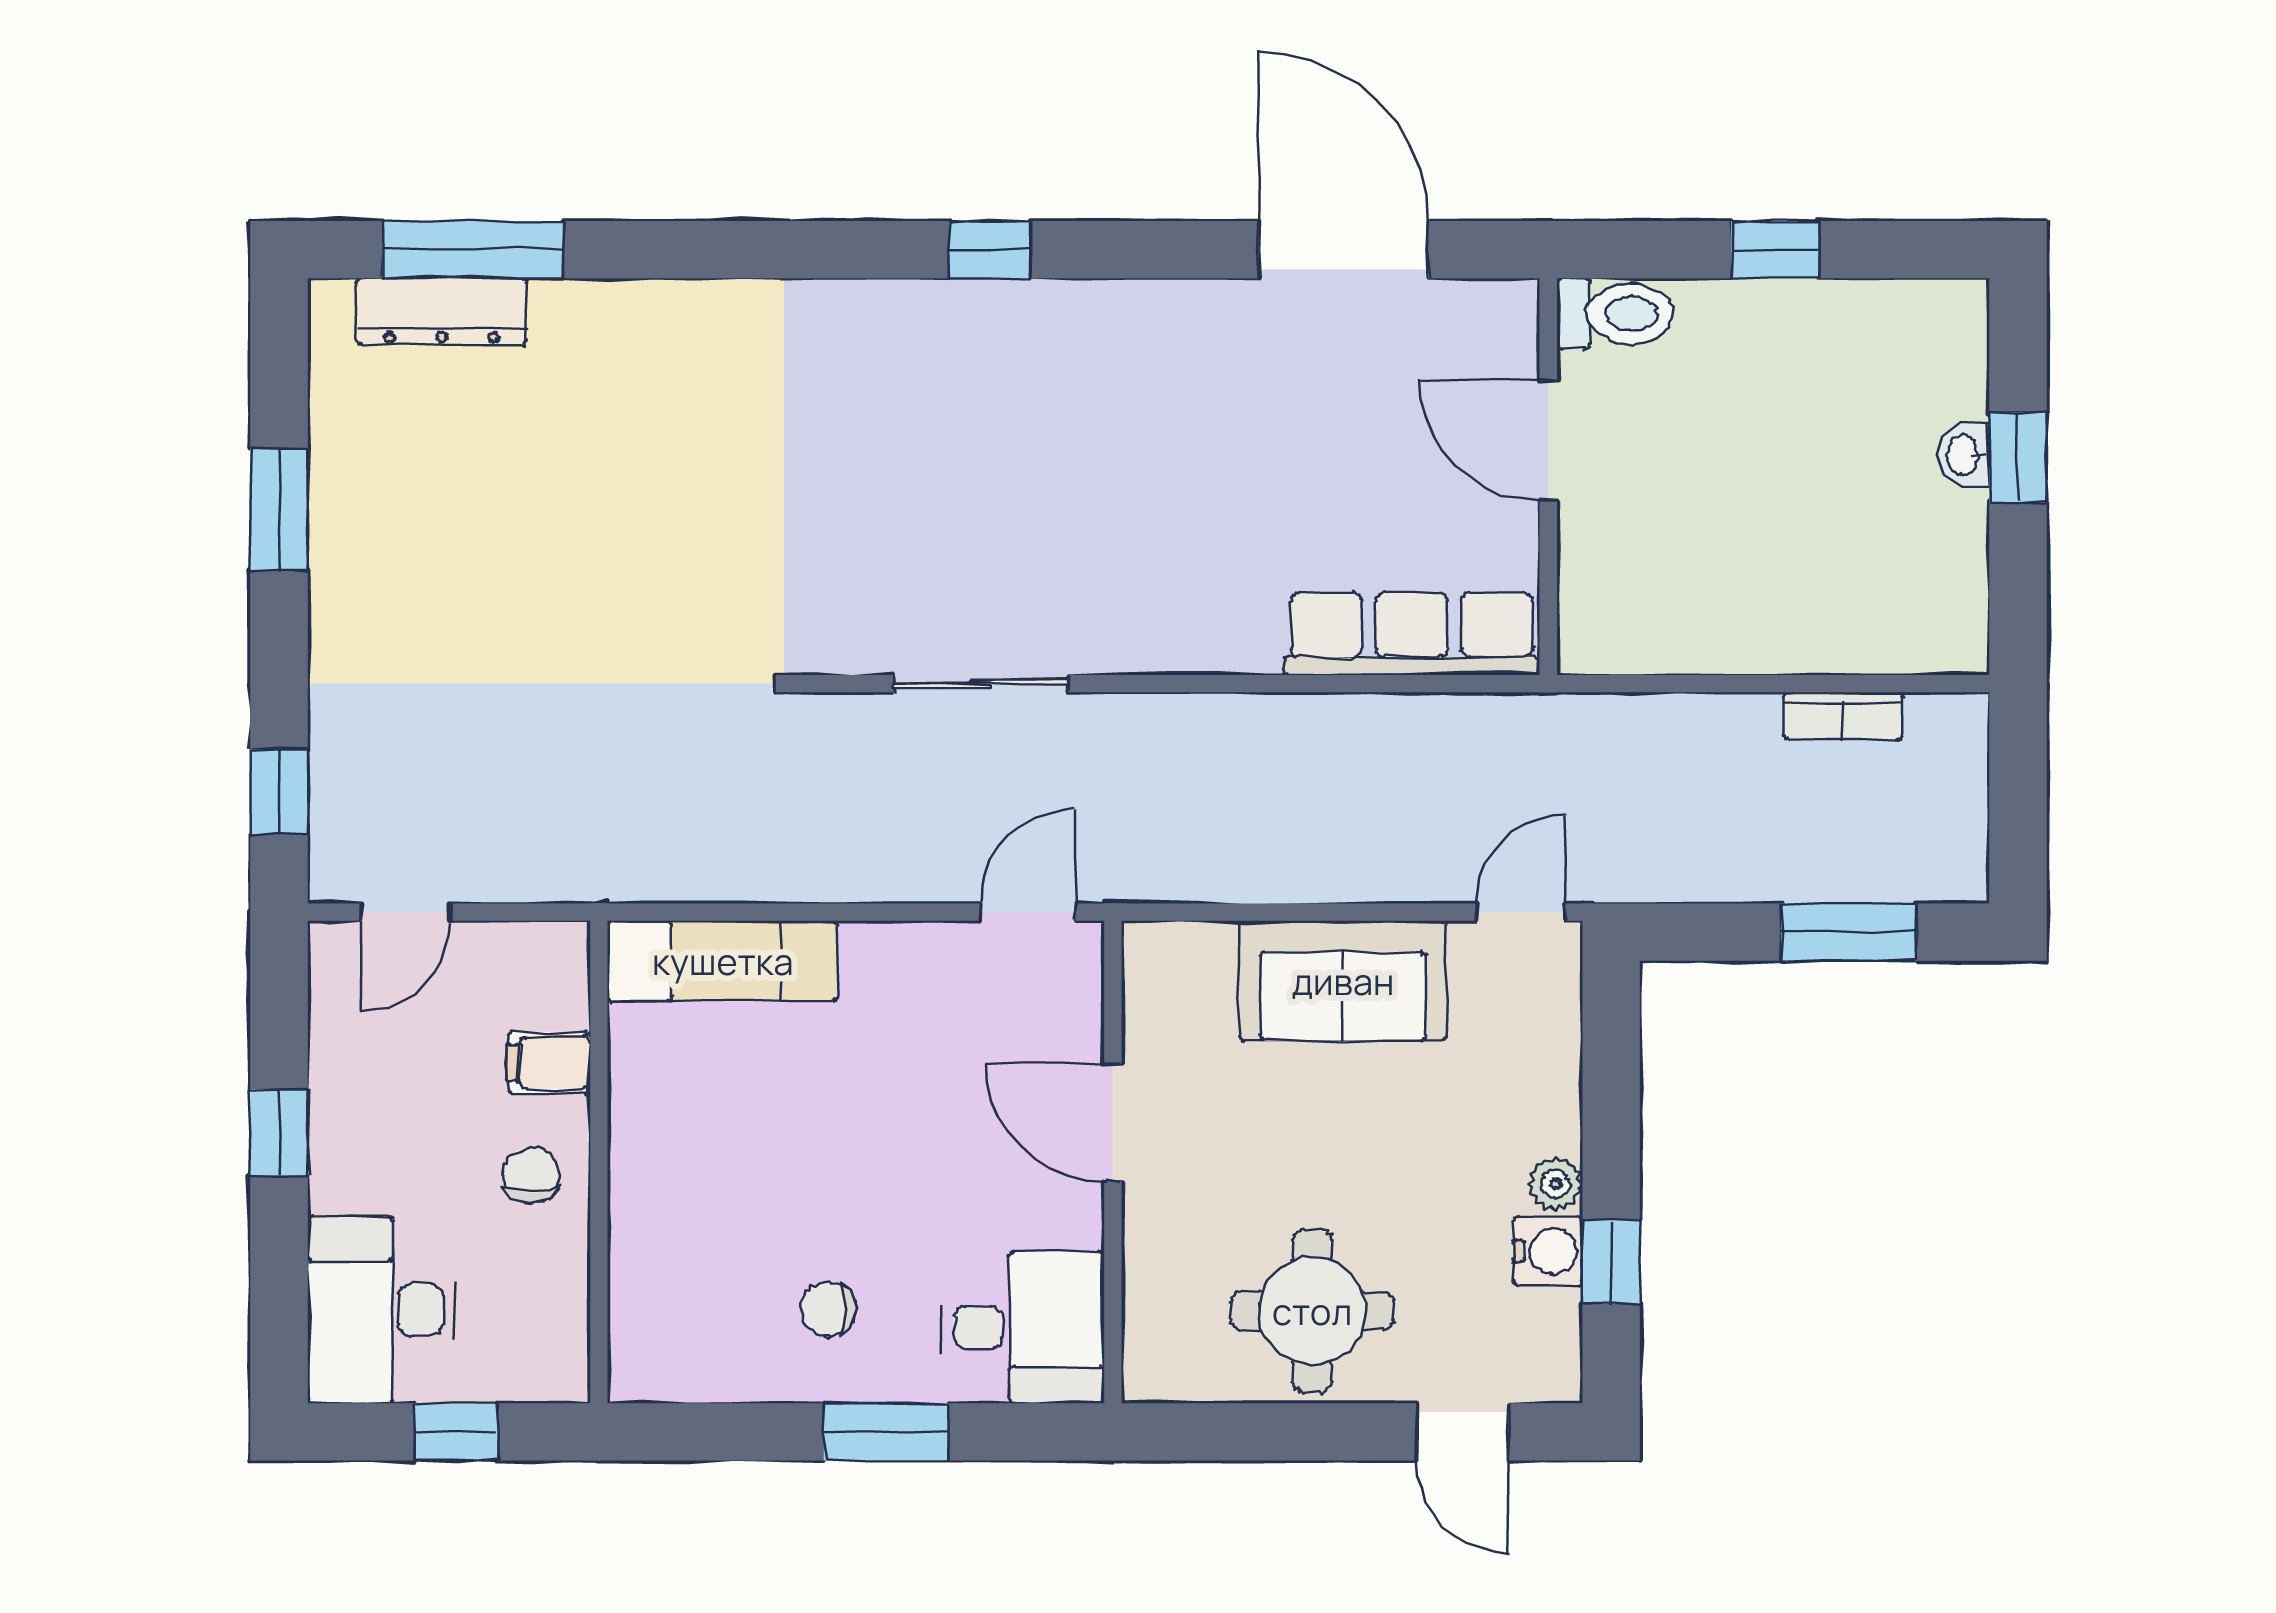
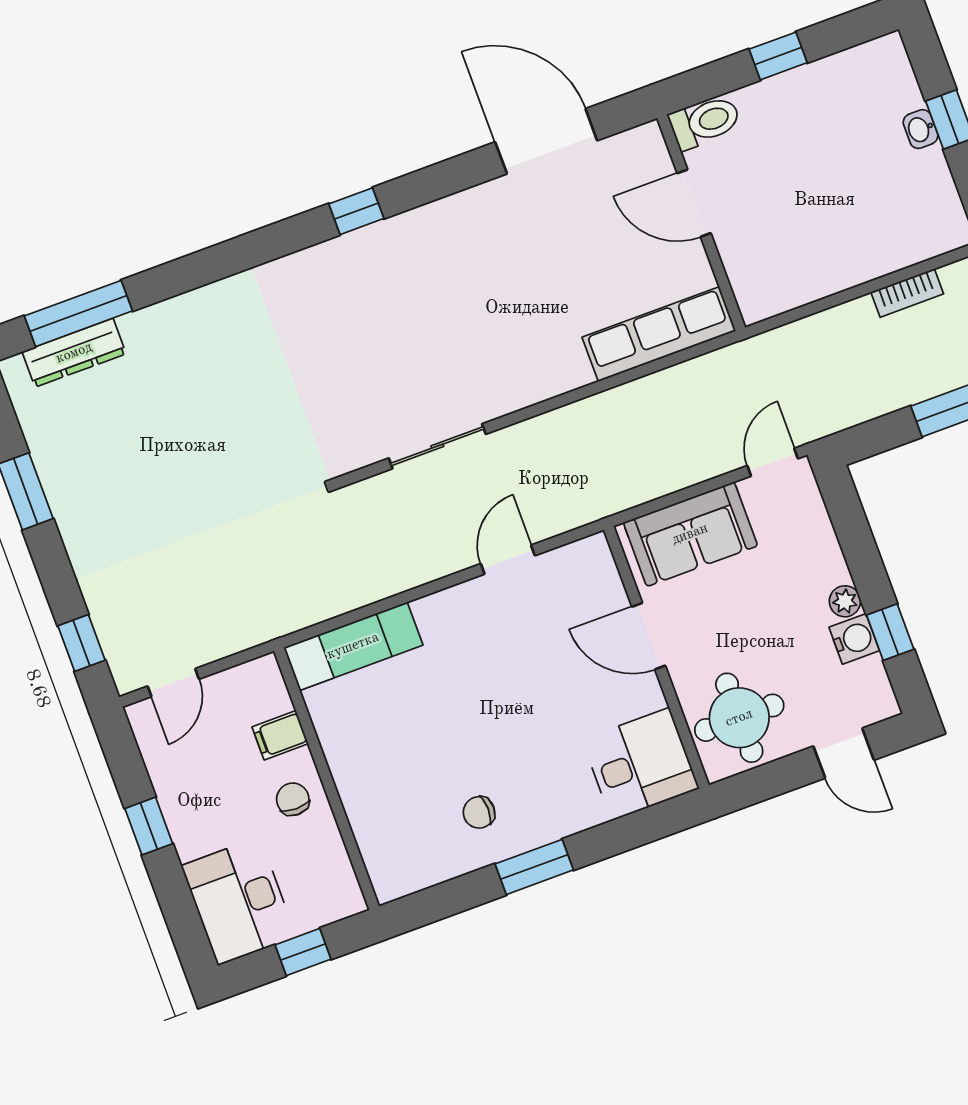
door: (1113, 1122) -> (649, 636), moved
wall: (1113, 1162) -> (656, 657), moved
desk: (1023, 1327) -> (641, 764), moved

